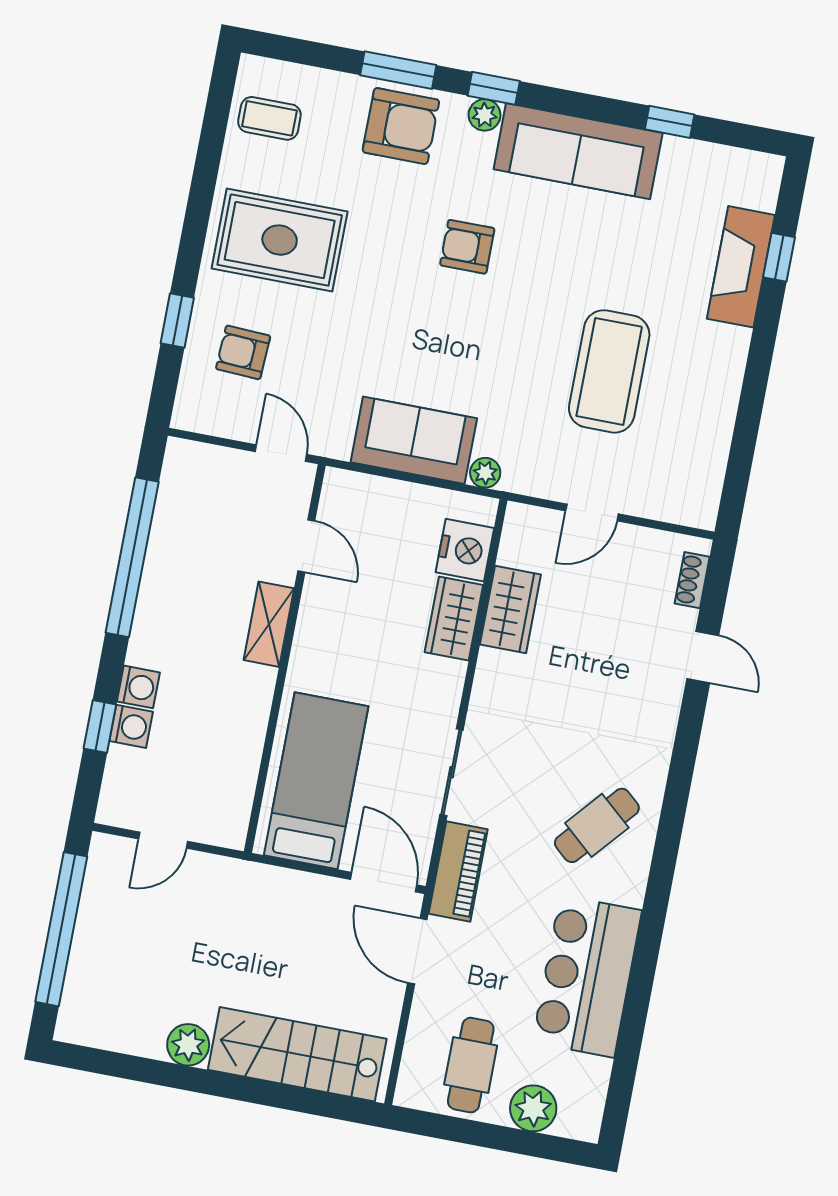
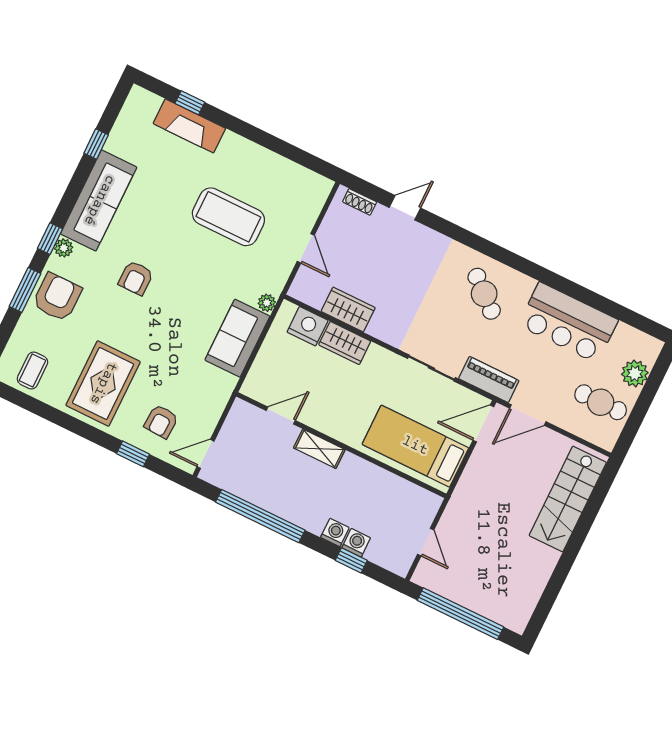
door: (281, 453) -> (205, 454), moved
plant: (188, 1045) -> (546, 559), removed

